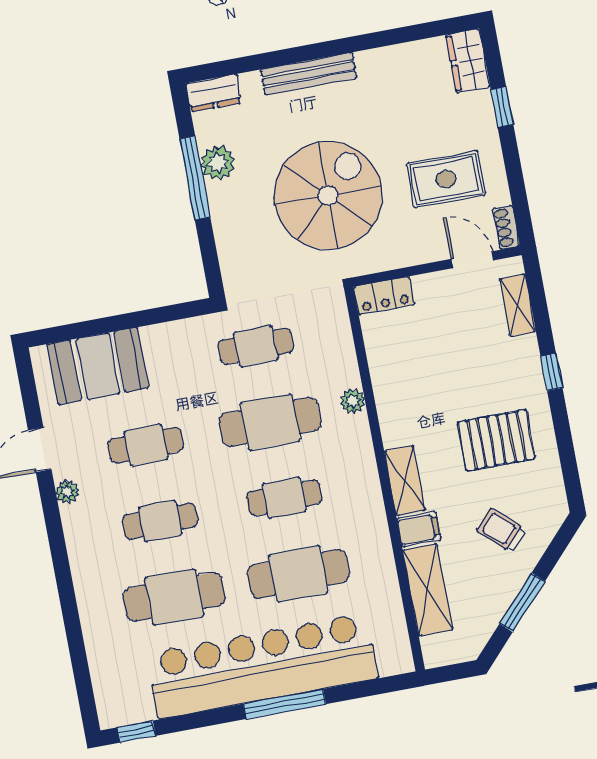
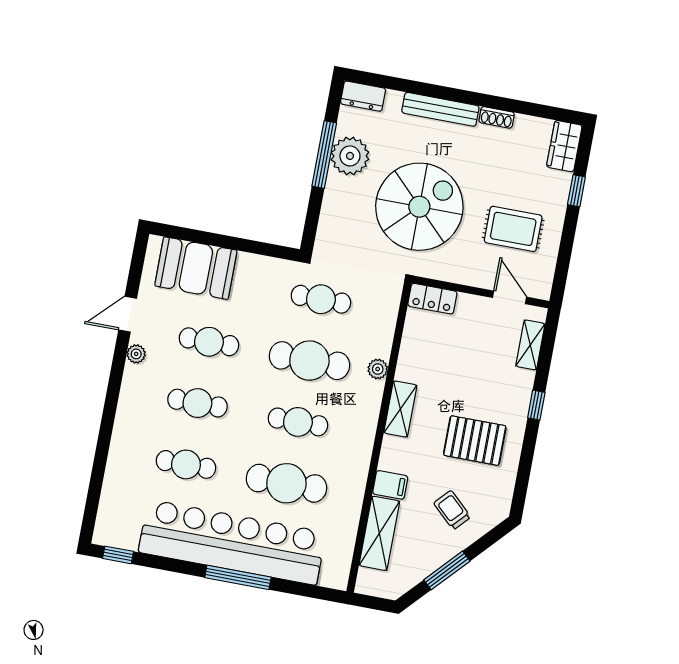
plant: (218, 163) -> (350, 156), width x1.36, depth x1.36
shoe rack: (506, 227) -> (497, 117), moved, turned -90
shelving: (405, 481) -> (400, 409), moved
cafe table: (174, 597) -> (186, 464), width x0.73, depth x0.74

